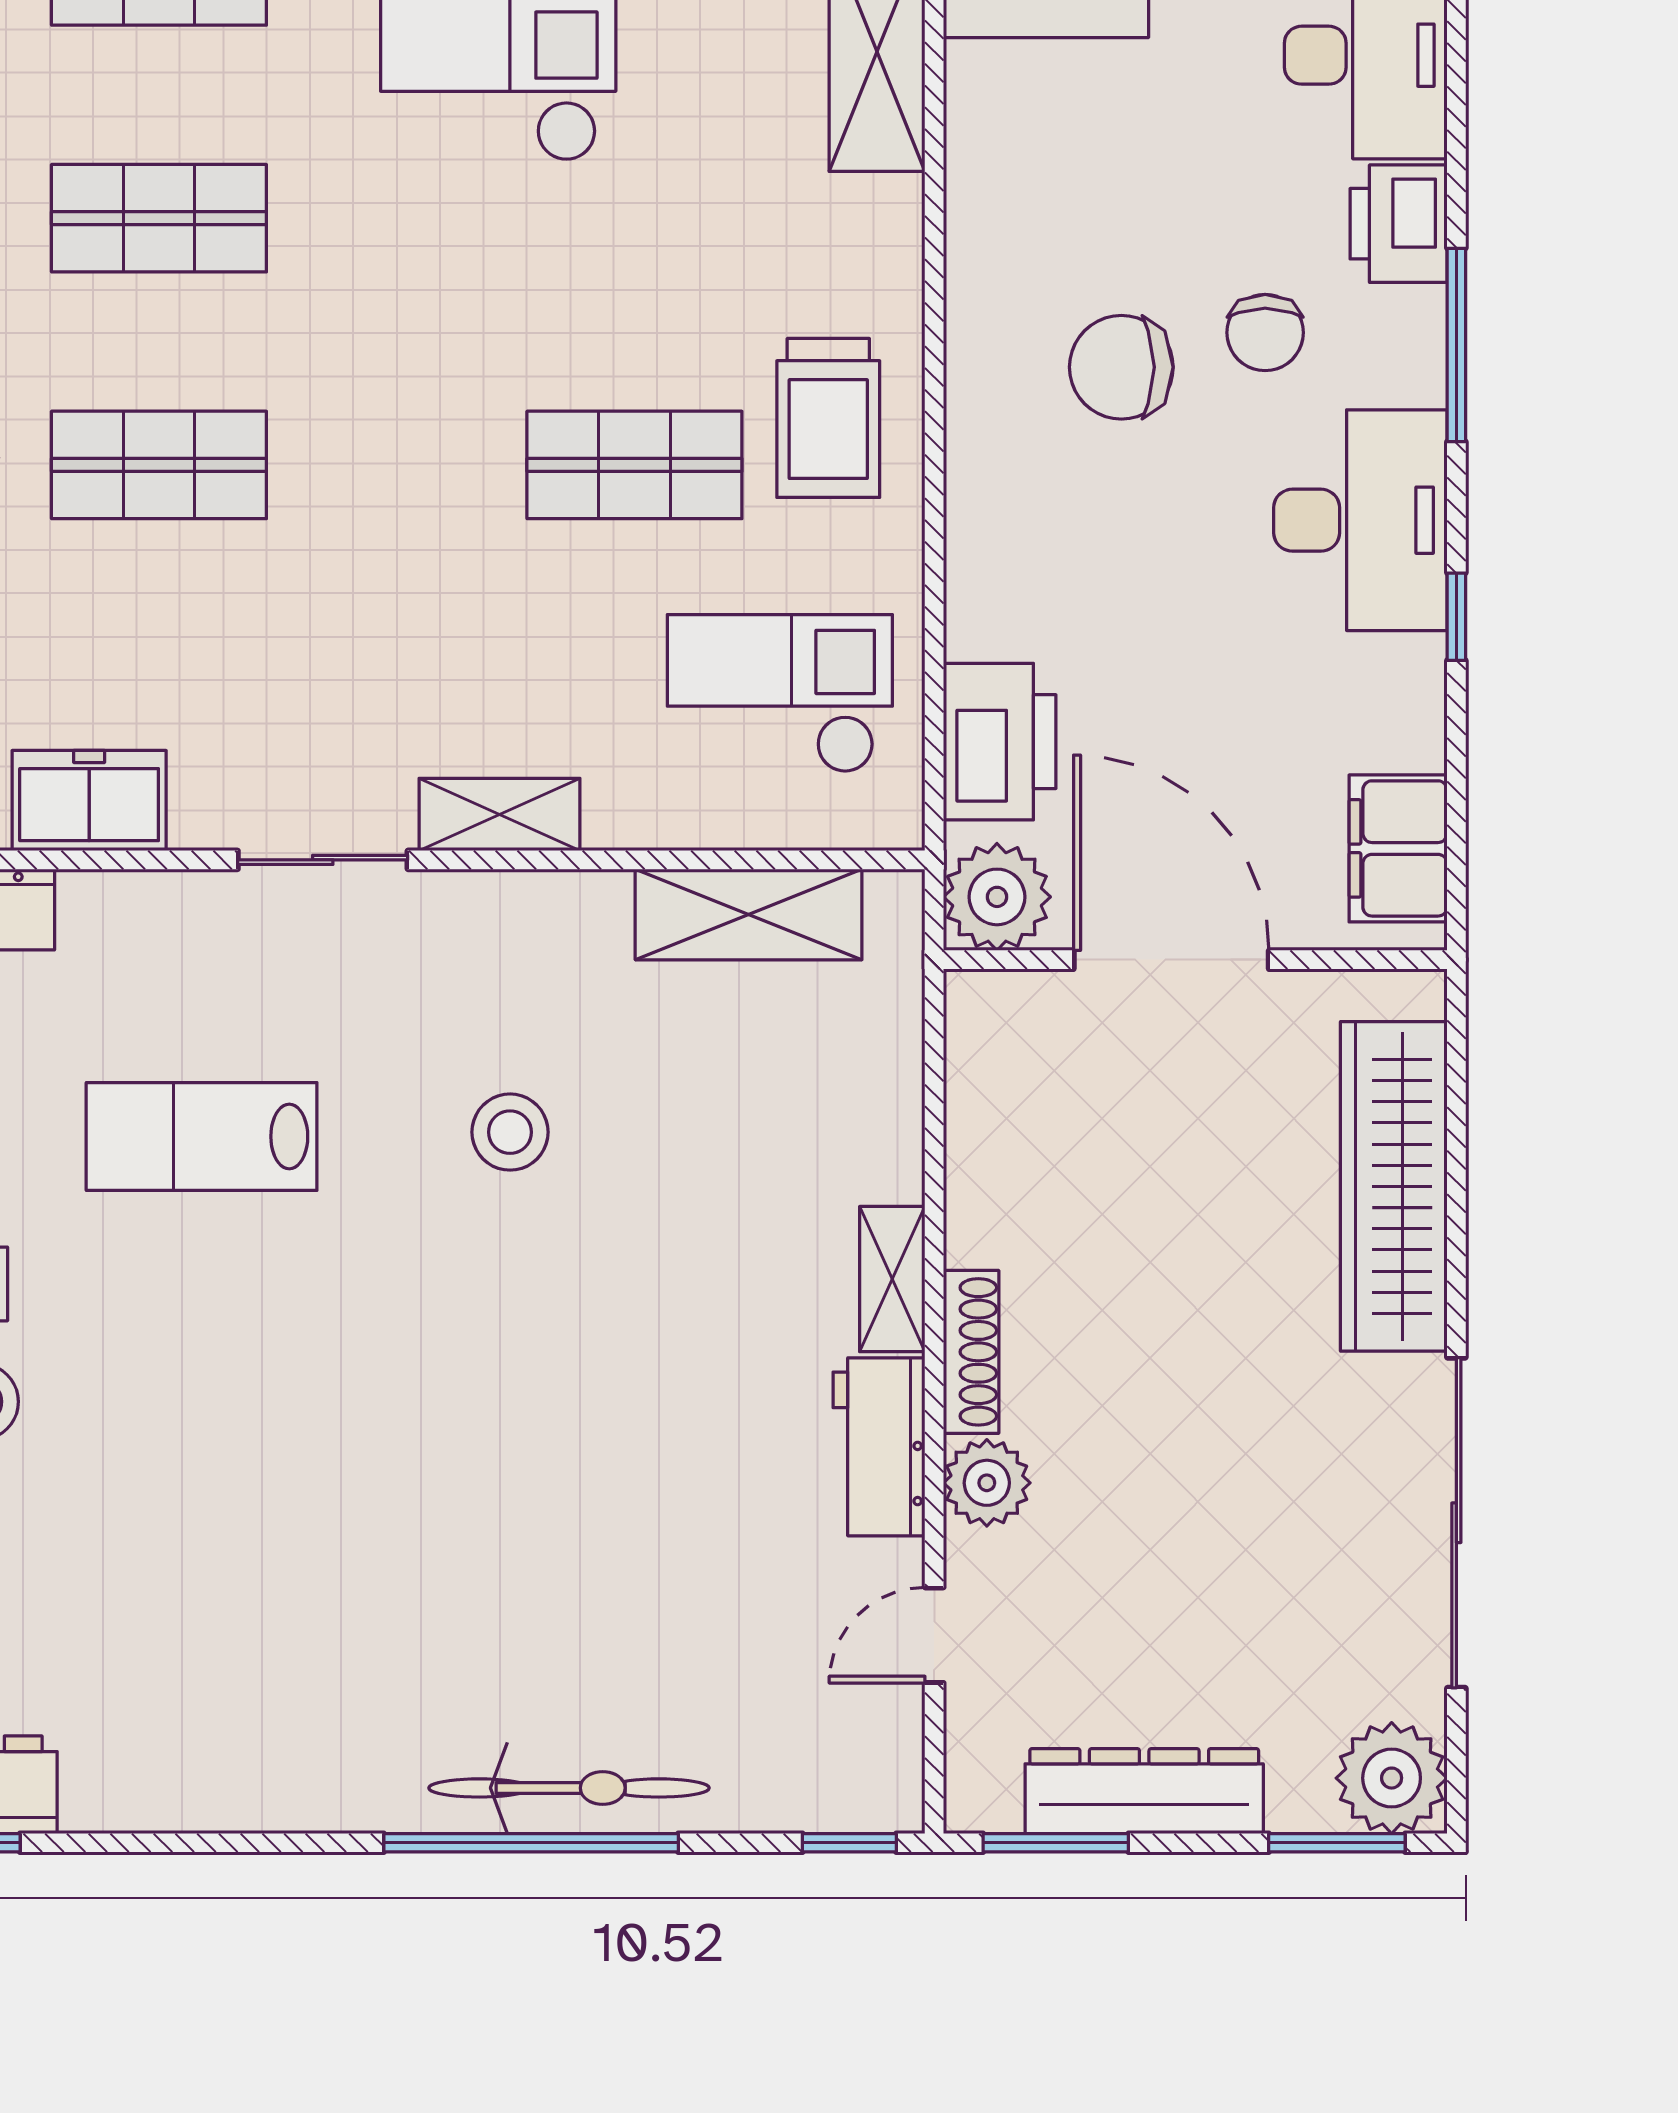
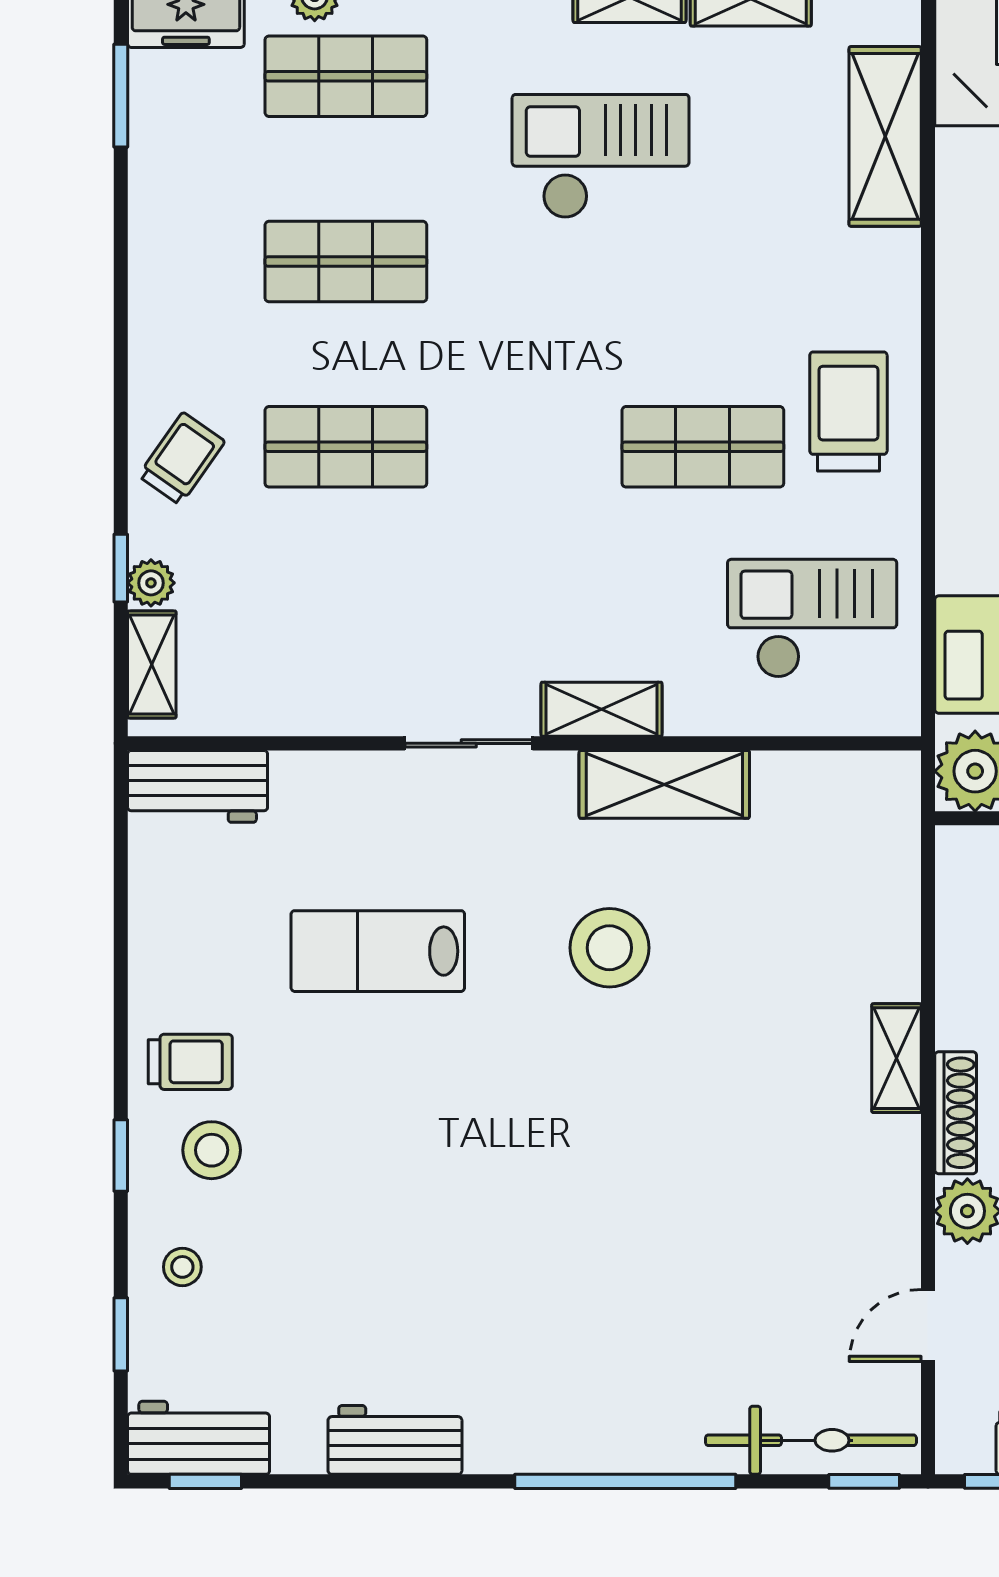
trolley: (828, 418) -> (848, 411), turned 180
freezer: (89, 801) -> (293, 699), removed
shelving: (749, 914) -> (664, 784), moved
stool: (510, 1132) -> (609, 948), width x1.38, depth x1.38
workbench: (879, 1447) -> (395, 1440), moved, turned 90
bicycle: (569, 1788) -> (811, 1440), moved

